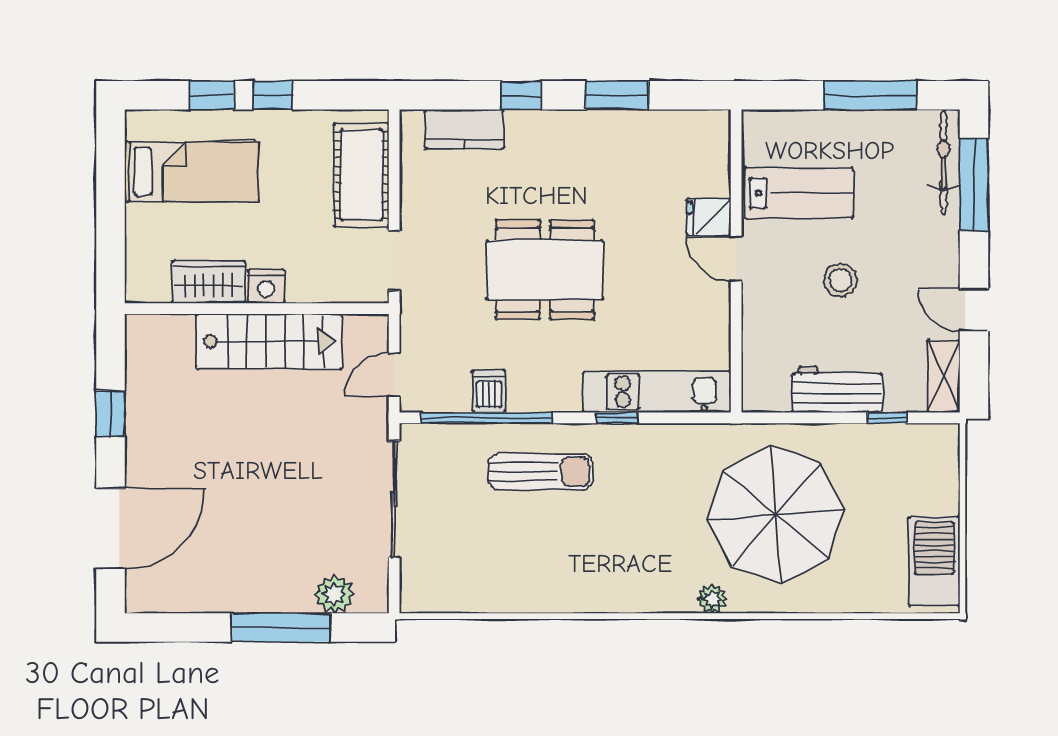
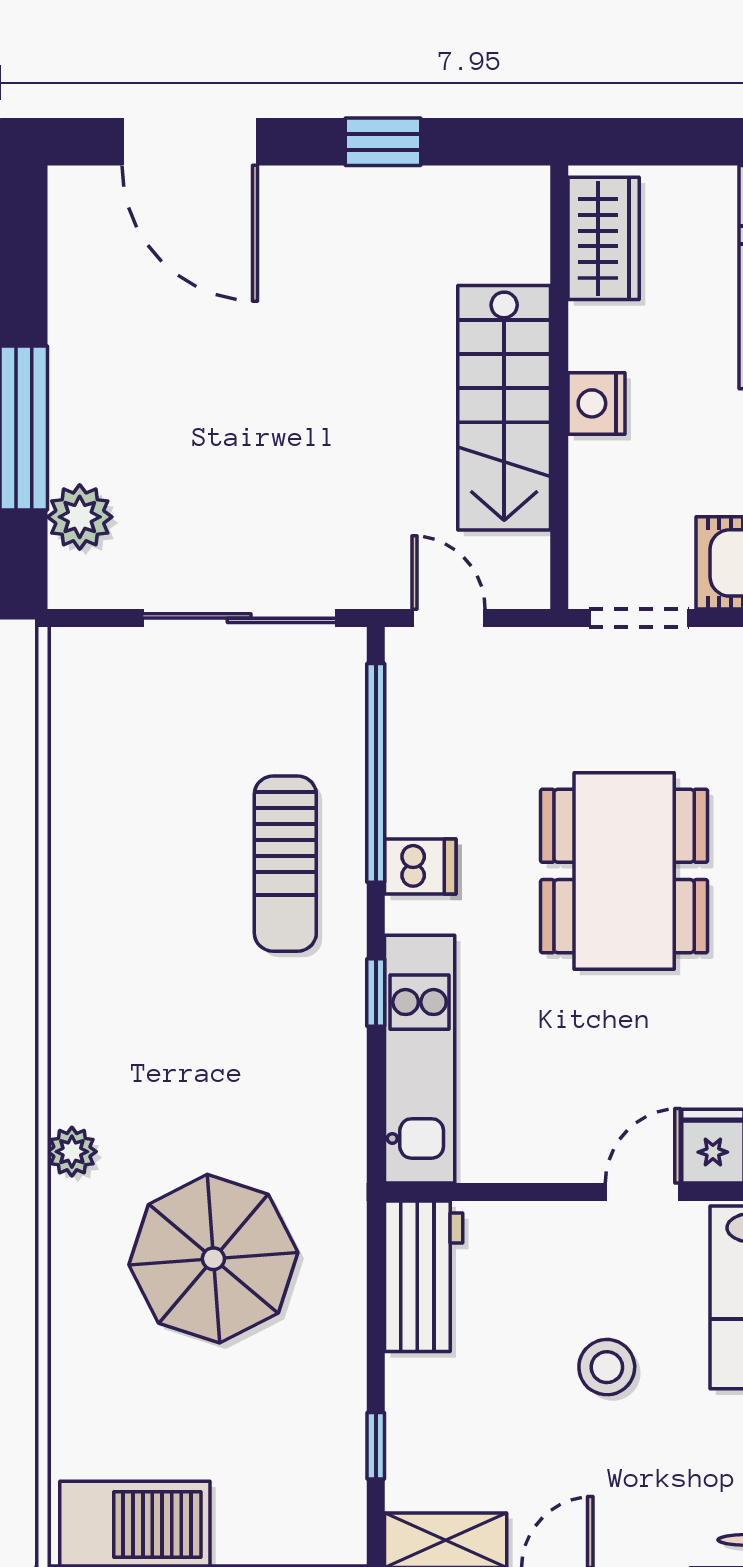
wardrobe: (209, 282) -> (604, 238), moved
workbench: (837, 389) -> (424, 1276), moved
dishwasher: (489, 391) -> (420, 866), moved
parasol: (776, 515) -> (213, 1259), width x0.73, depth x0.73

